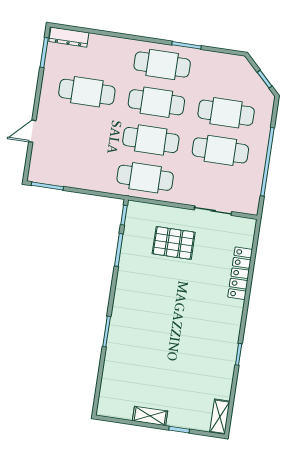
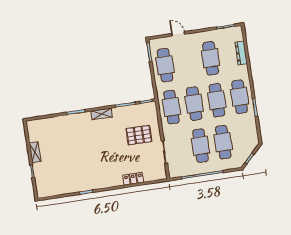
dresser: (69, 37) -> (241, 53), moved
cafe table: (76, 167) -> (165, 65), added
pallet: (174, 243) -> (139, 135), turned 90
locker: (240, 273) -> (133, 179), width x0.66
shelving: (220, 417) -> (102, 114), moved

